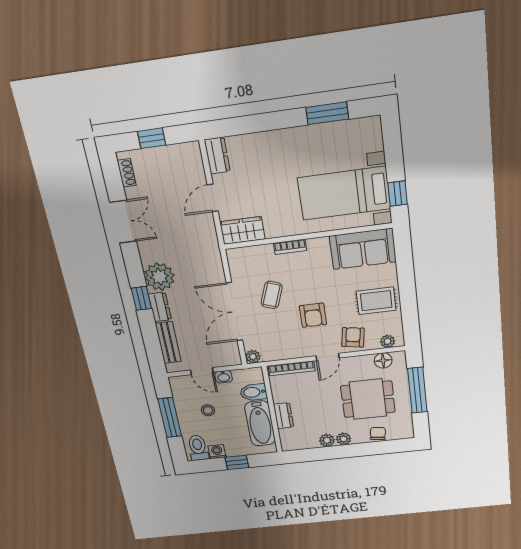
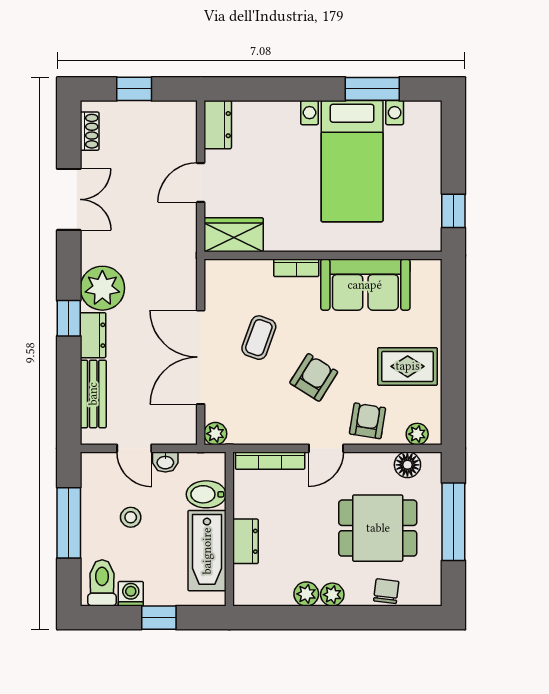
bed with nightstands: (344, 193) -> (352, 161), moved, turned -90
sofa: (363, 249) -> (365, 285), moved
armchair: (313, 315) -> (314, 377), turned -148

